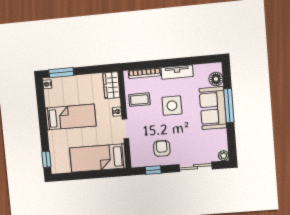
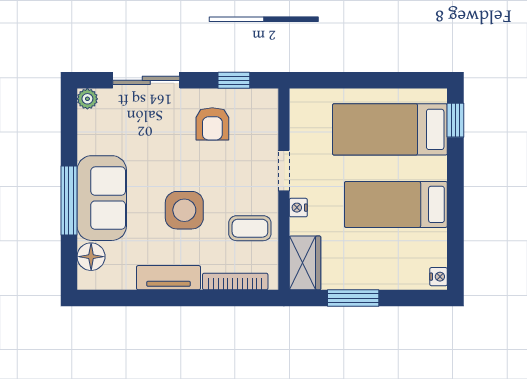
window: (61, 73) -> (353, 298), moved
bed: (98, 158) -> (390, 129), moved, turned 180

